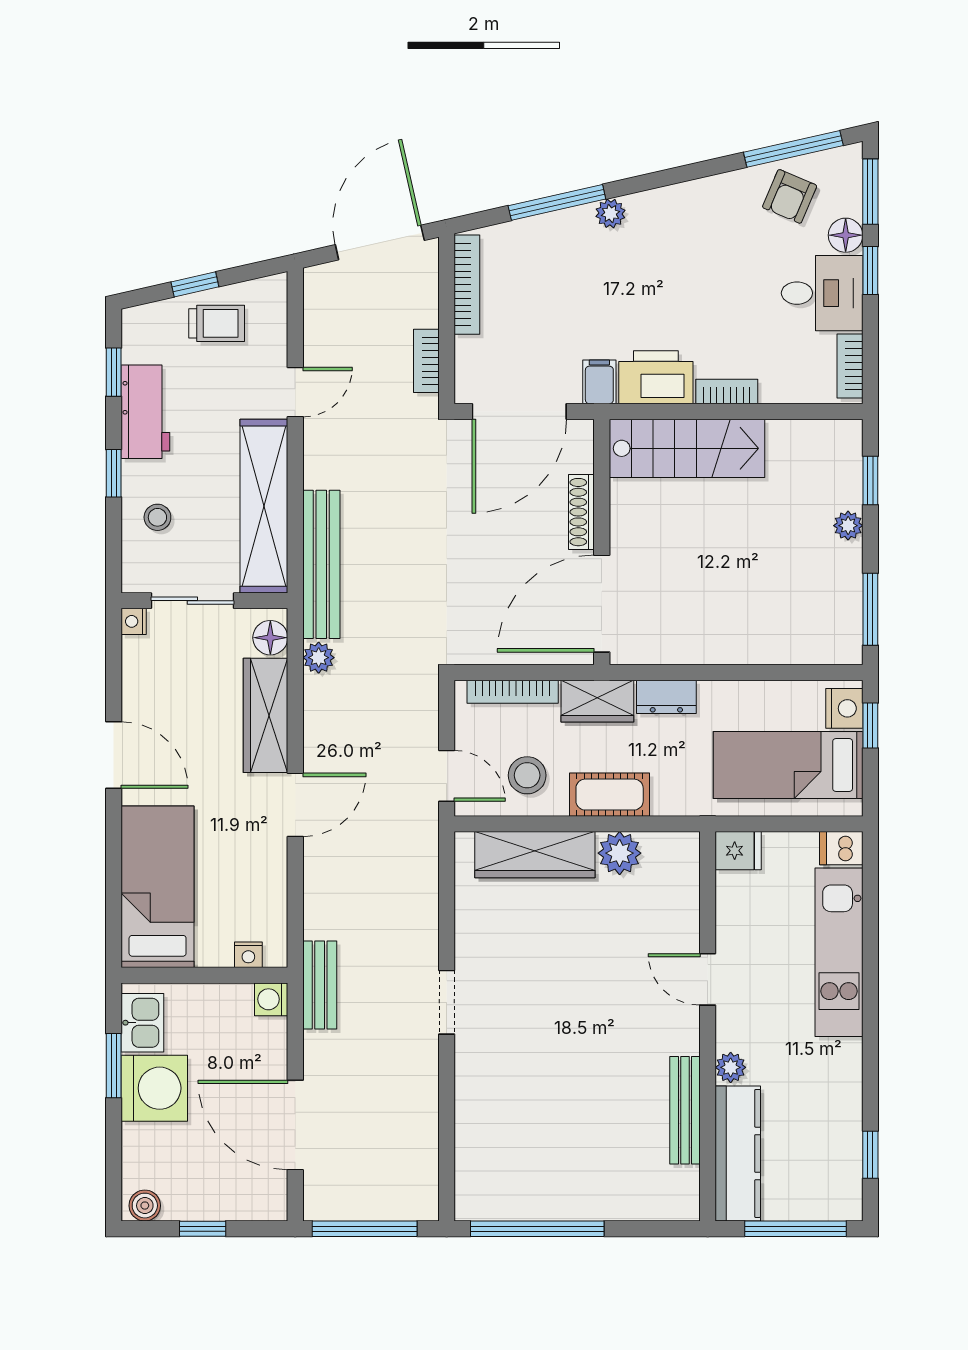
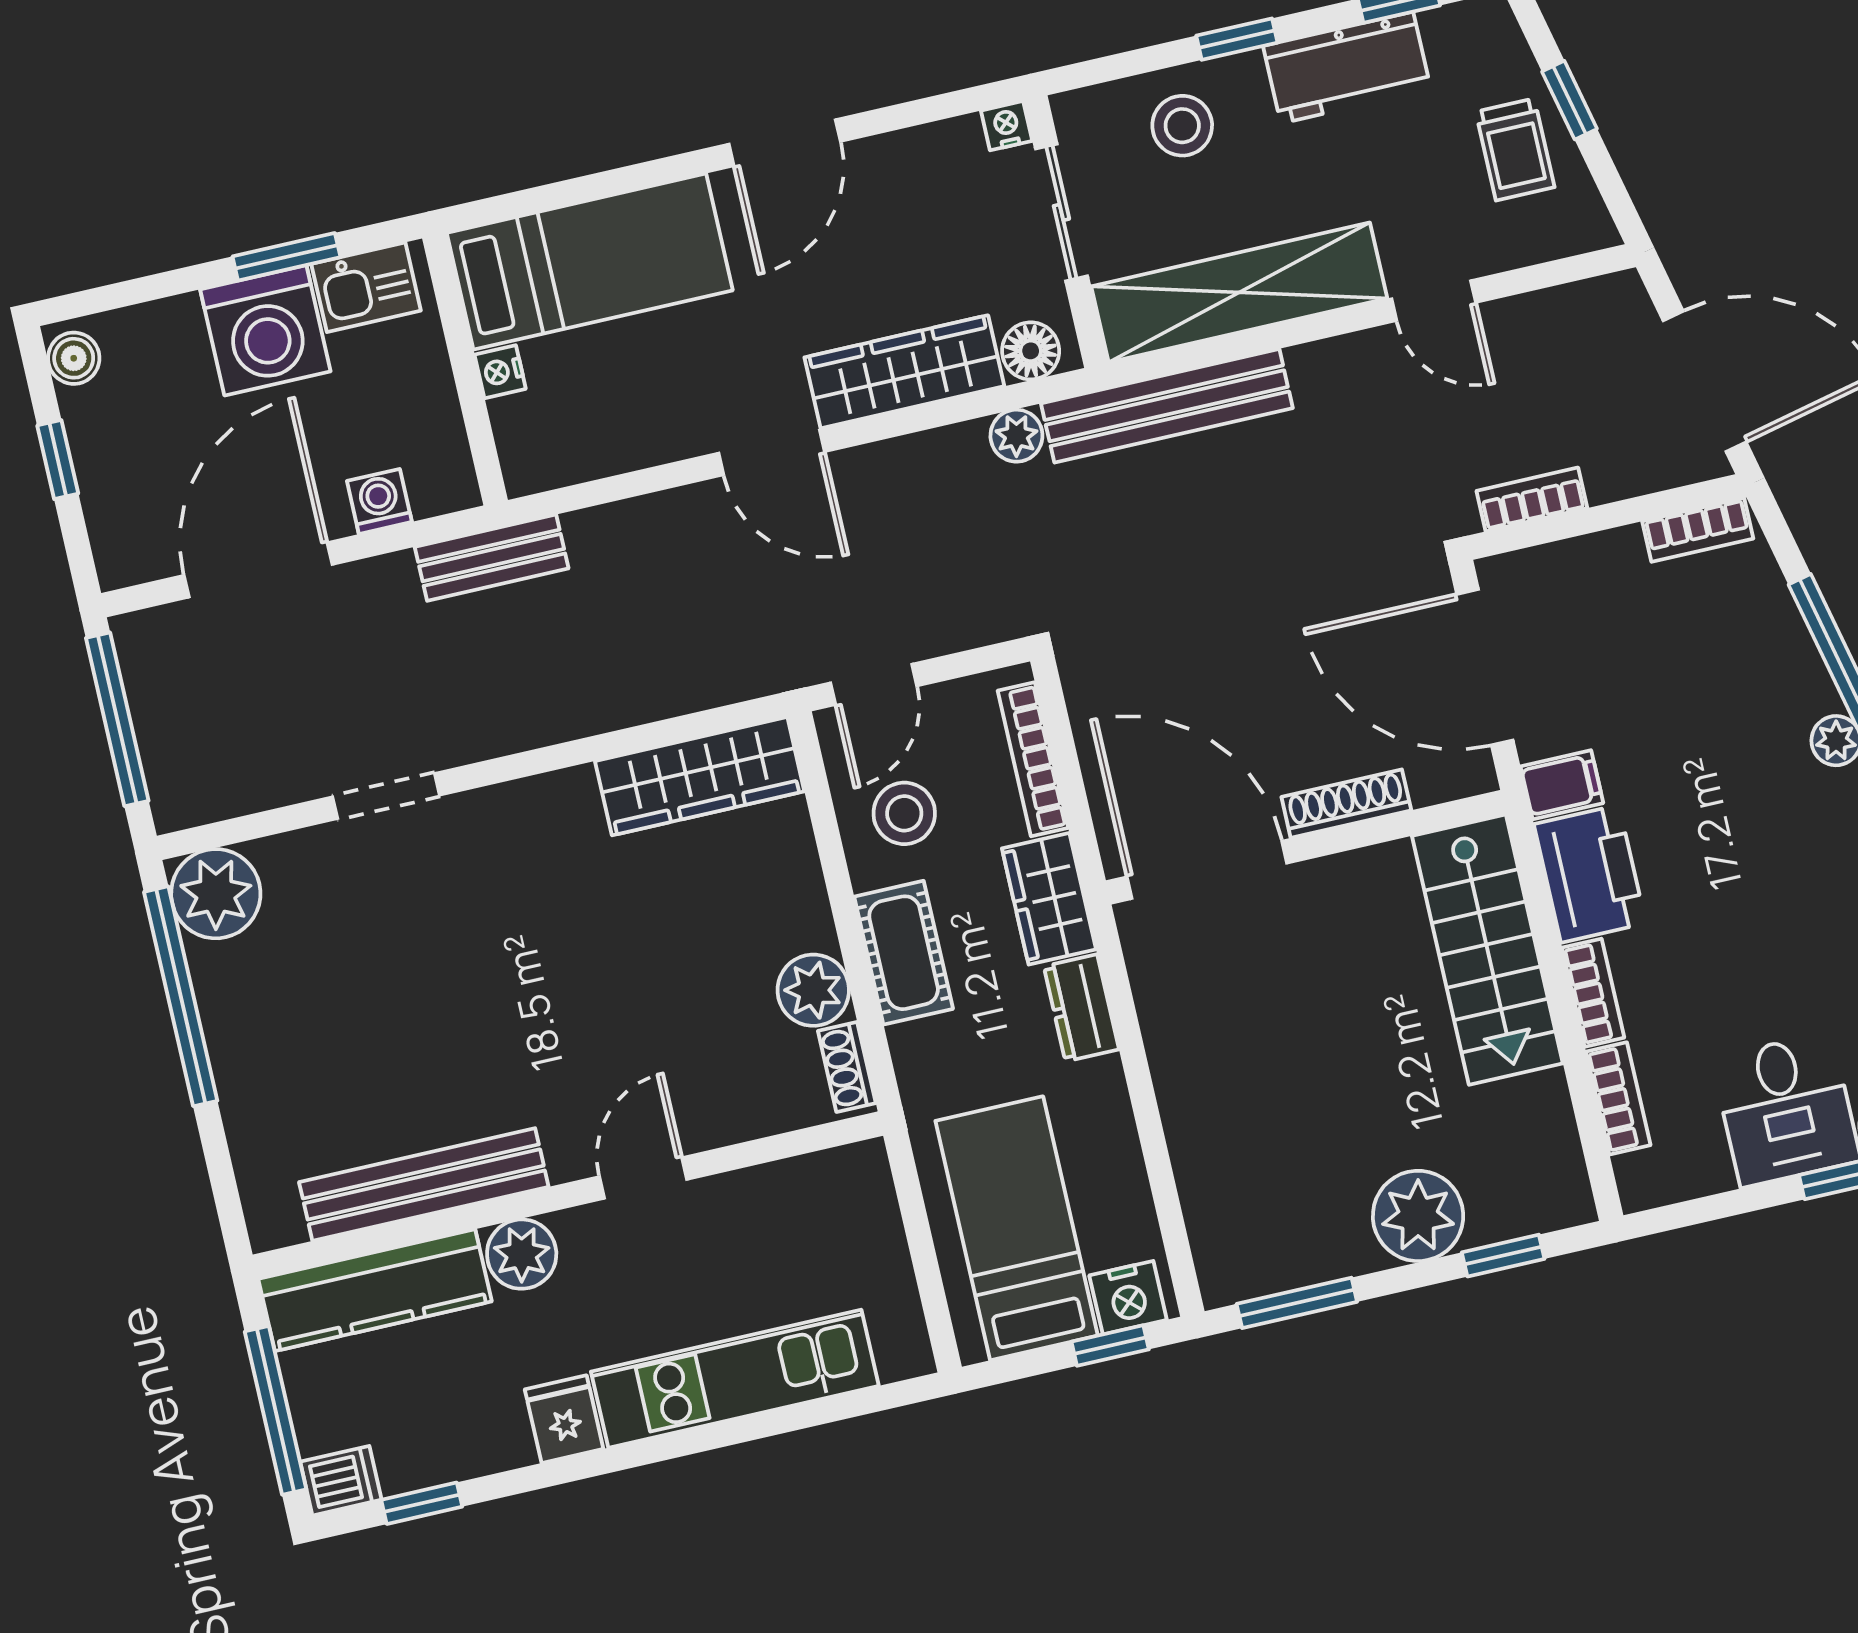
bookcase: (467, 285) -> (1698, 530), width x0.64
bookcase: (850, 366) -> (1618, 1098), moved, turned 90
stool: (157, 517) -> (1182, 126), width x1.37, depth x1.37
plant: (848, 526) -> (1418, 1216), width x1.88, depth x1.88
shoe rack: (670, 844) -> (847, 1067), added
dishwasher: (841, 848) -> (341, 1481), moved, turned 90
fridge: (738, 851) -> (564, 1419), moved, turned 180
wardrobe: (535, 855) -> (700, 776), moved, turned -90
nightstand: (248, 955) -> (500, 372), moved
washing machine: (271, 999) -> (379, 501), moved
doorway: (447, 1002) -> (386, 796), moved
plant: (731, 1067) -> (522, 1254), width x1.38, depth x1.38
bench: (685, 1110) -> (424, 1184), width x1.37, depth x1.21
plant: (481, 1194) -> (216, 894), added

